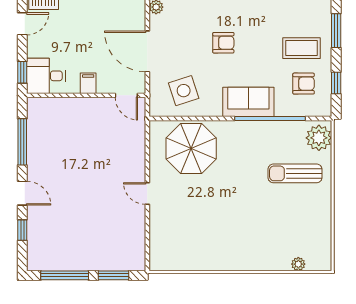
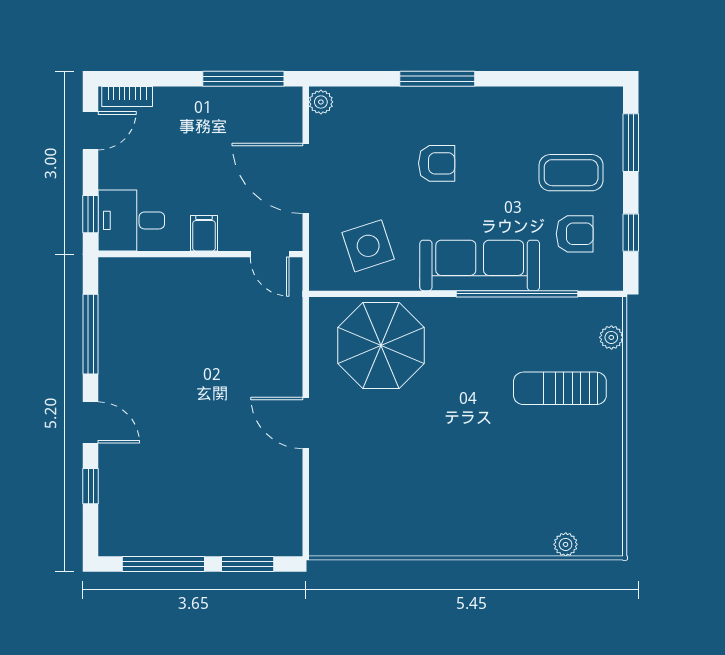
sofa: (248, 102) -> (480, 265), width x1.36
plant: (319, 138) -> (611, 337), width x0.53, depth x0.53
door: (147, 194) -> (306, 423), width x1.38

